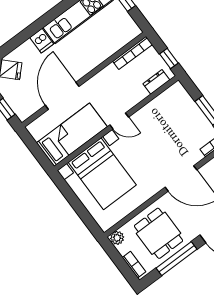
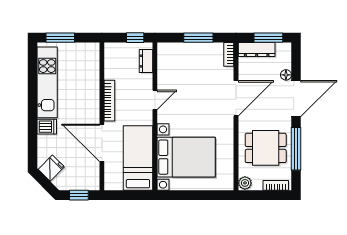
bookcase: (133, 53) -> (109, 101), moved
door: (119, 121) -> (155, 100), moved

